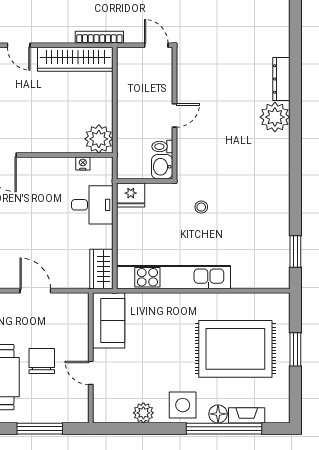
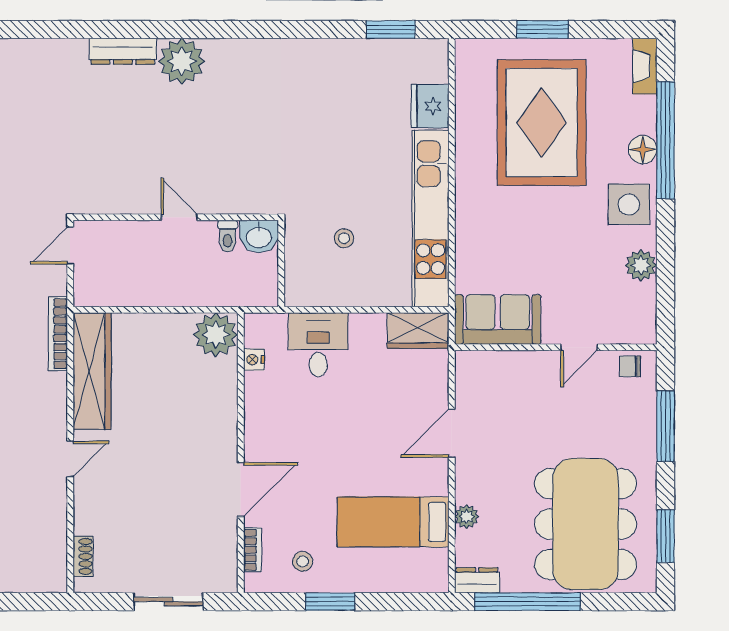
fridge: (131, 195) -> (430, 106), moved, turned 180
stool: (201, 207) -> (344, 238), moved
chair: (42, 361) -> (630, 366), moved, width x0.54, depth x0.54
fireplace: (247, 415) -> (645, 66), moved

